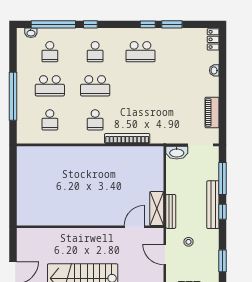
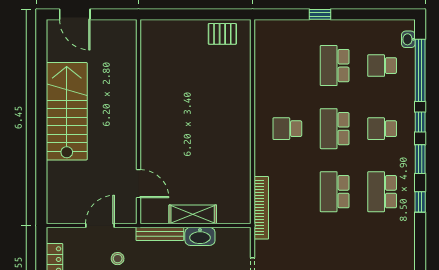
window: (172, 24) -> (420, 159), moved
window: (13, 96) -> (320, 14), width x0.32
school desk: (50, 120) -> (335, 192), moved, width x1.85
bookcase: (127, 138) -> (261, 208), moved
washbasin: (177, 153) -> (200, 236), moved, turned -90
pallet: (27, 167) -> (222, 34), added
shelving: (157, 208) -> (193, 214), moved

